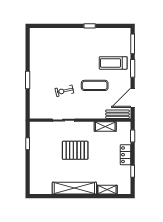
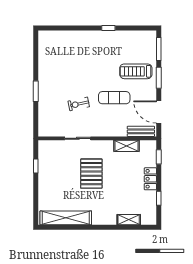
door: (133, 98) -> (159, 112), hinge flipped
pallet: (75, 150) -> (91, 174), turned 90
shelving: (74, 188) -> (66, 218), moved

